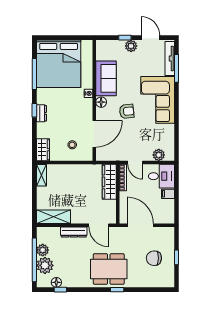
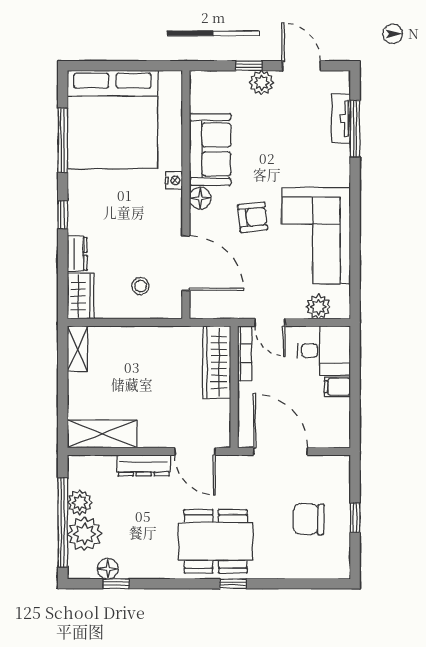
tv unit: (170, 58) -> (341, 119), width x0.71
corner sofa: (158, 100) -> (316, 236), moved
dresser: (41, 113) -> (77, 254), moved
door: (94, 134) -> (186, 263), hinge flipped

